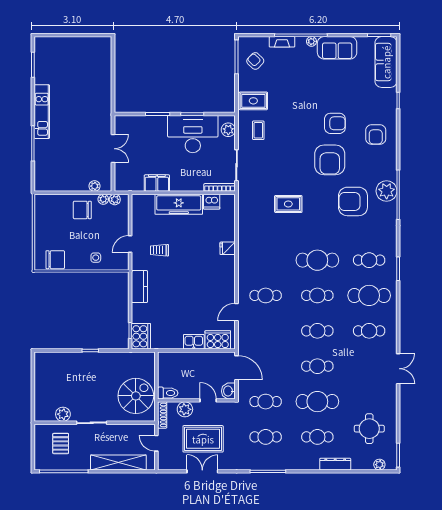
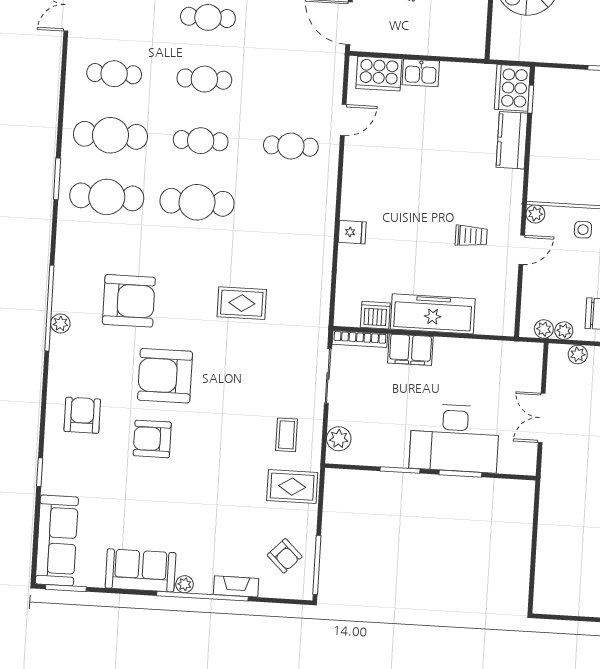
desk: (193, 134) -> (454, 438), moved
armchair: (330, 160) -> (165, 376), turned -90
filing cabinet: (157, 183) -> (410, 350), moved
plant: (387, 191) -> (60, 323), width x0.53, depth x0.53
cafe table: (369, 260) -> (107, 197), width x1.37, depth x1.35
plant: (123, 265) -> (535, 214), added
kitchen counter: (139, 287) -> (512, 140), moved

